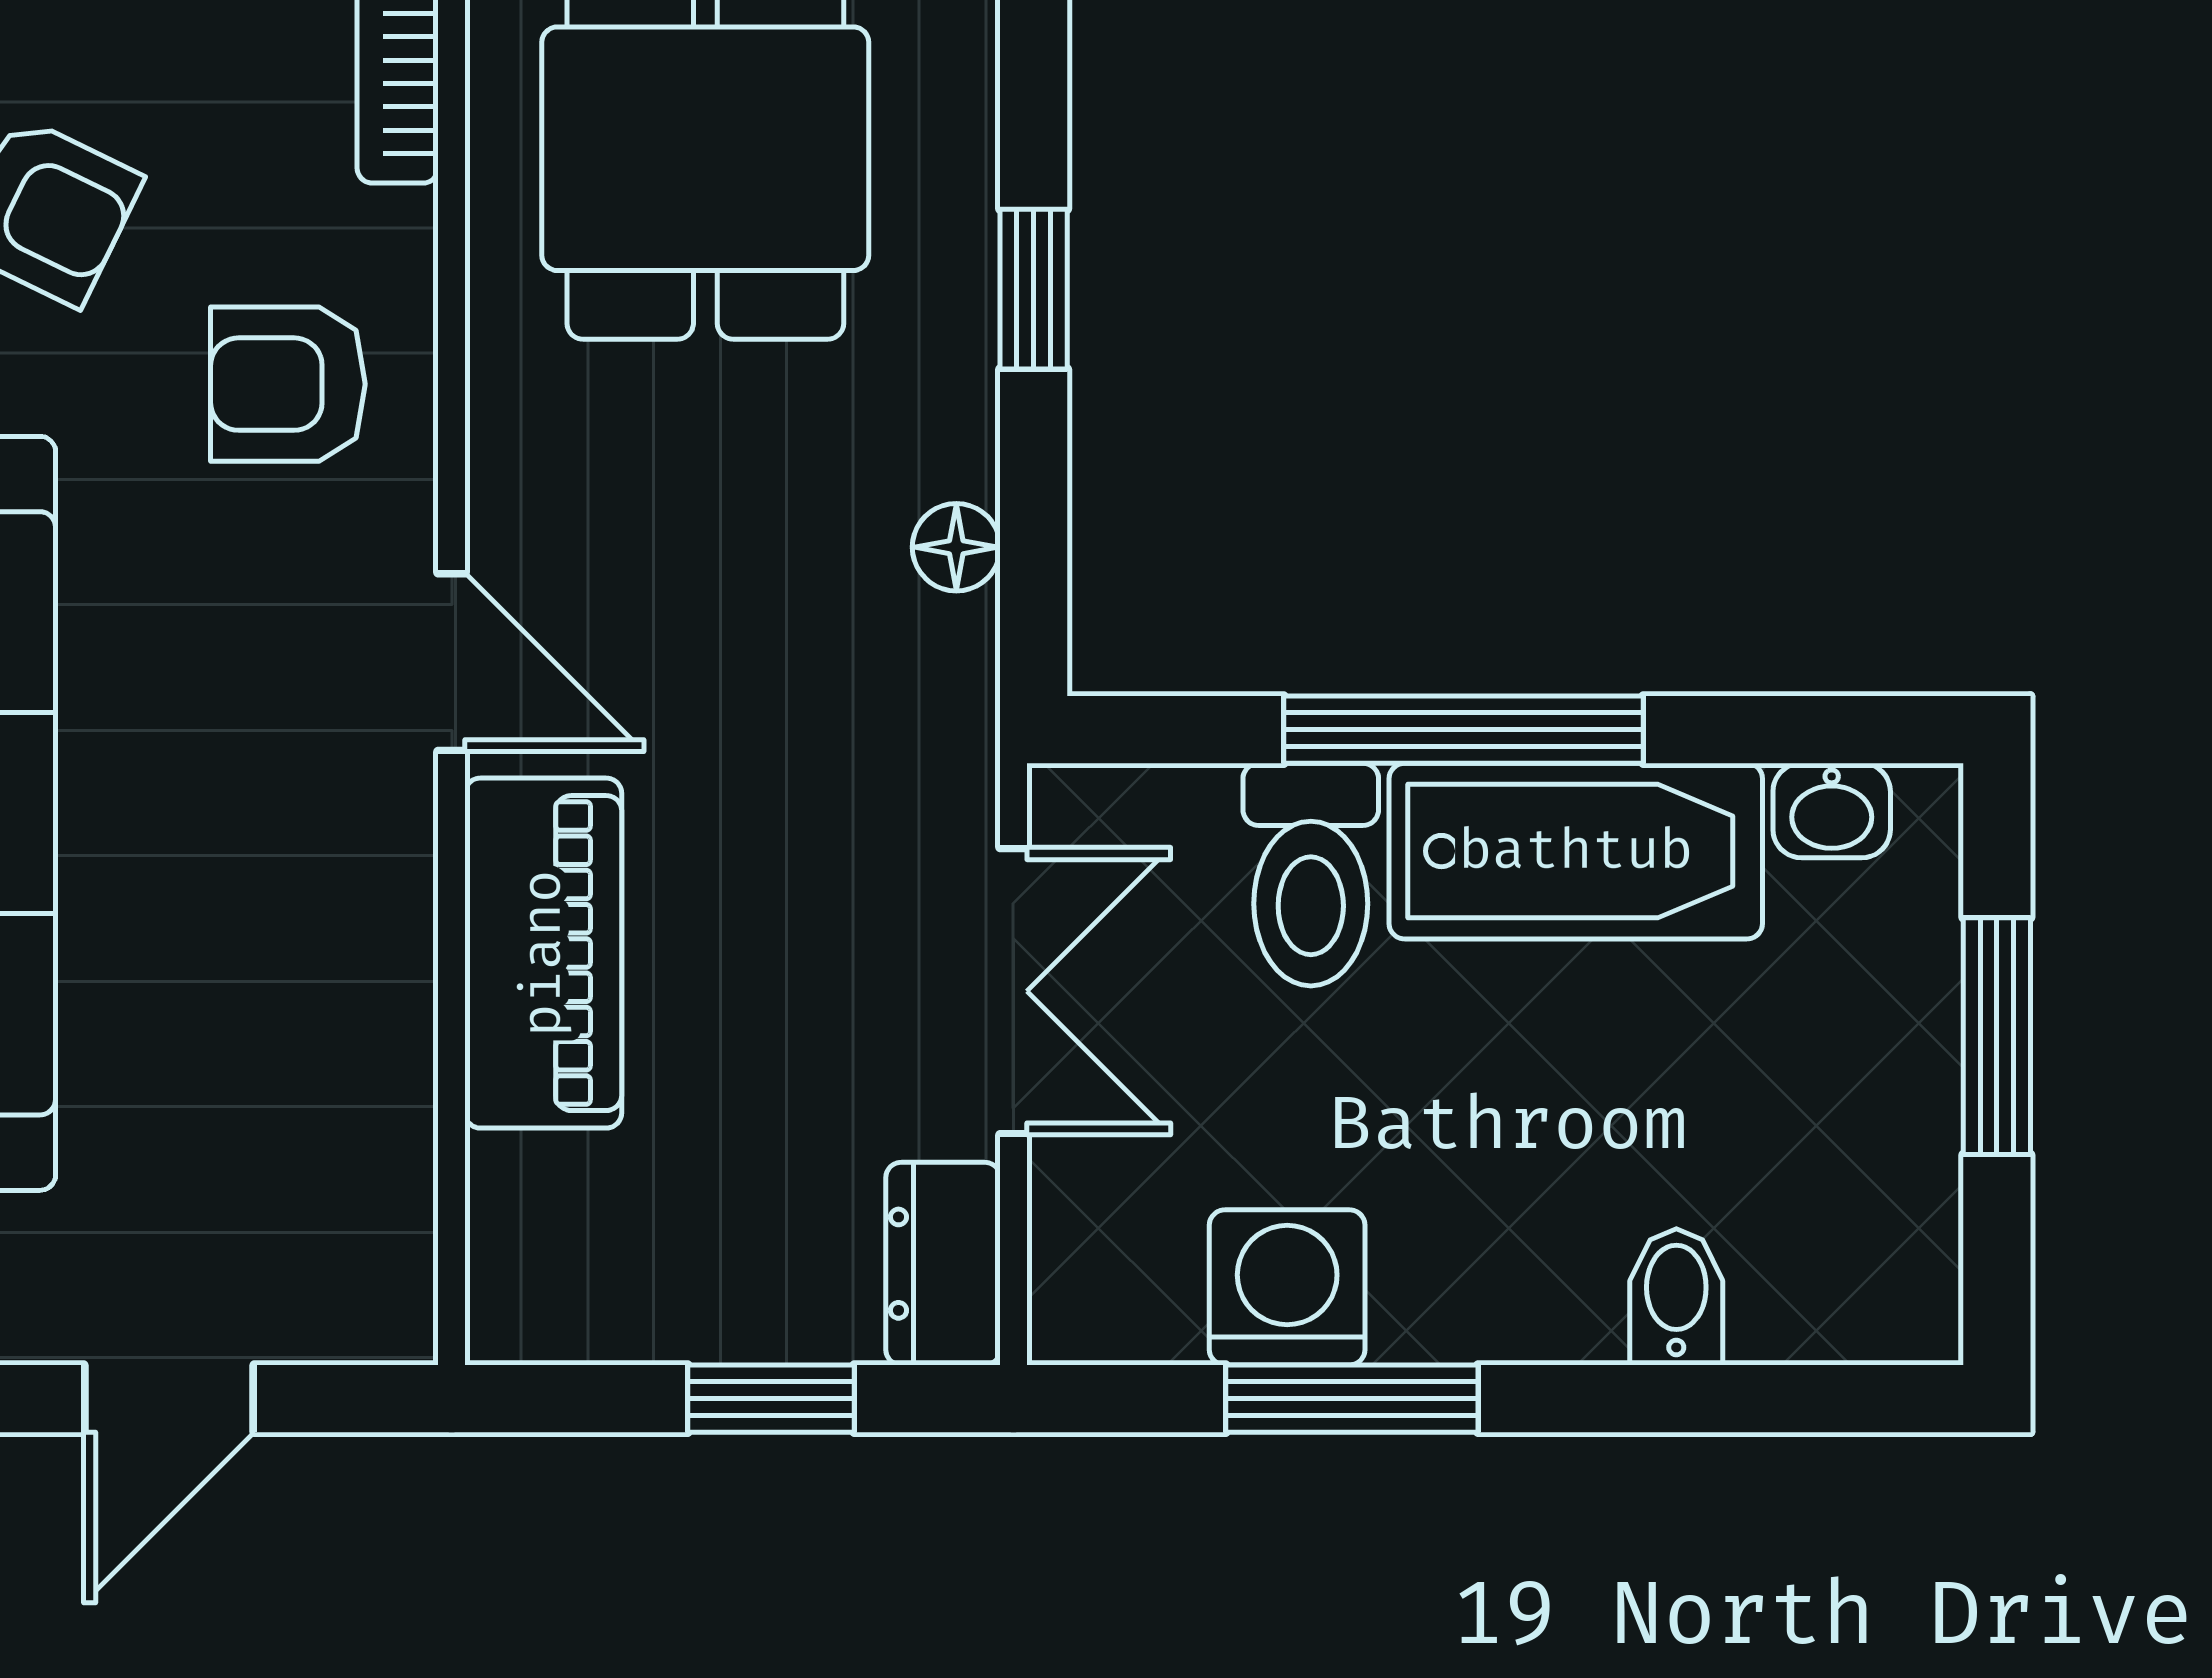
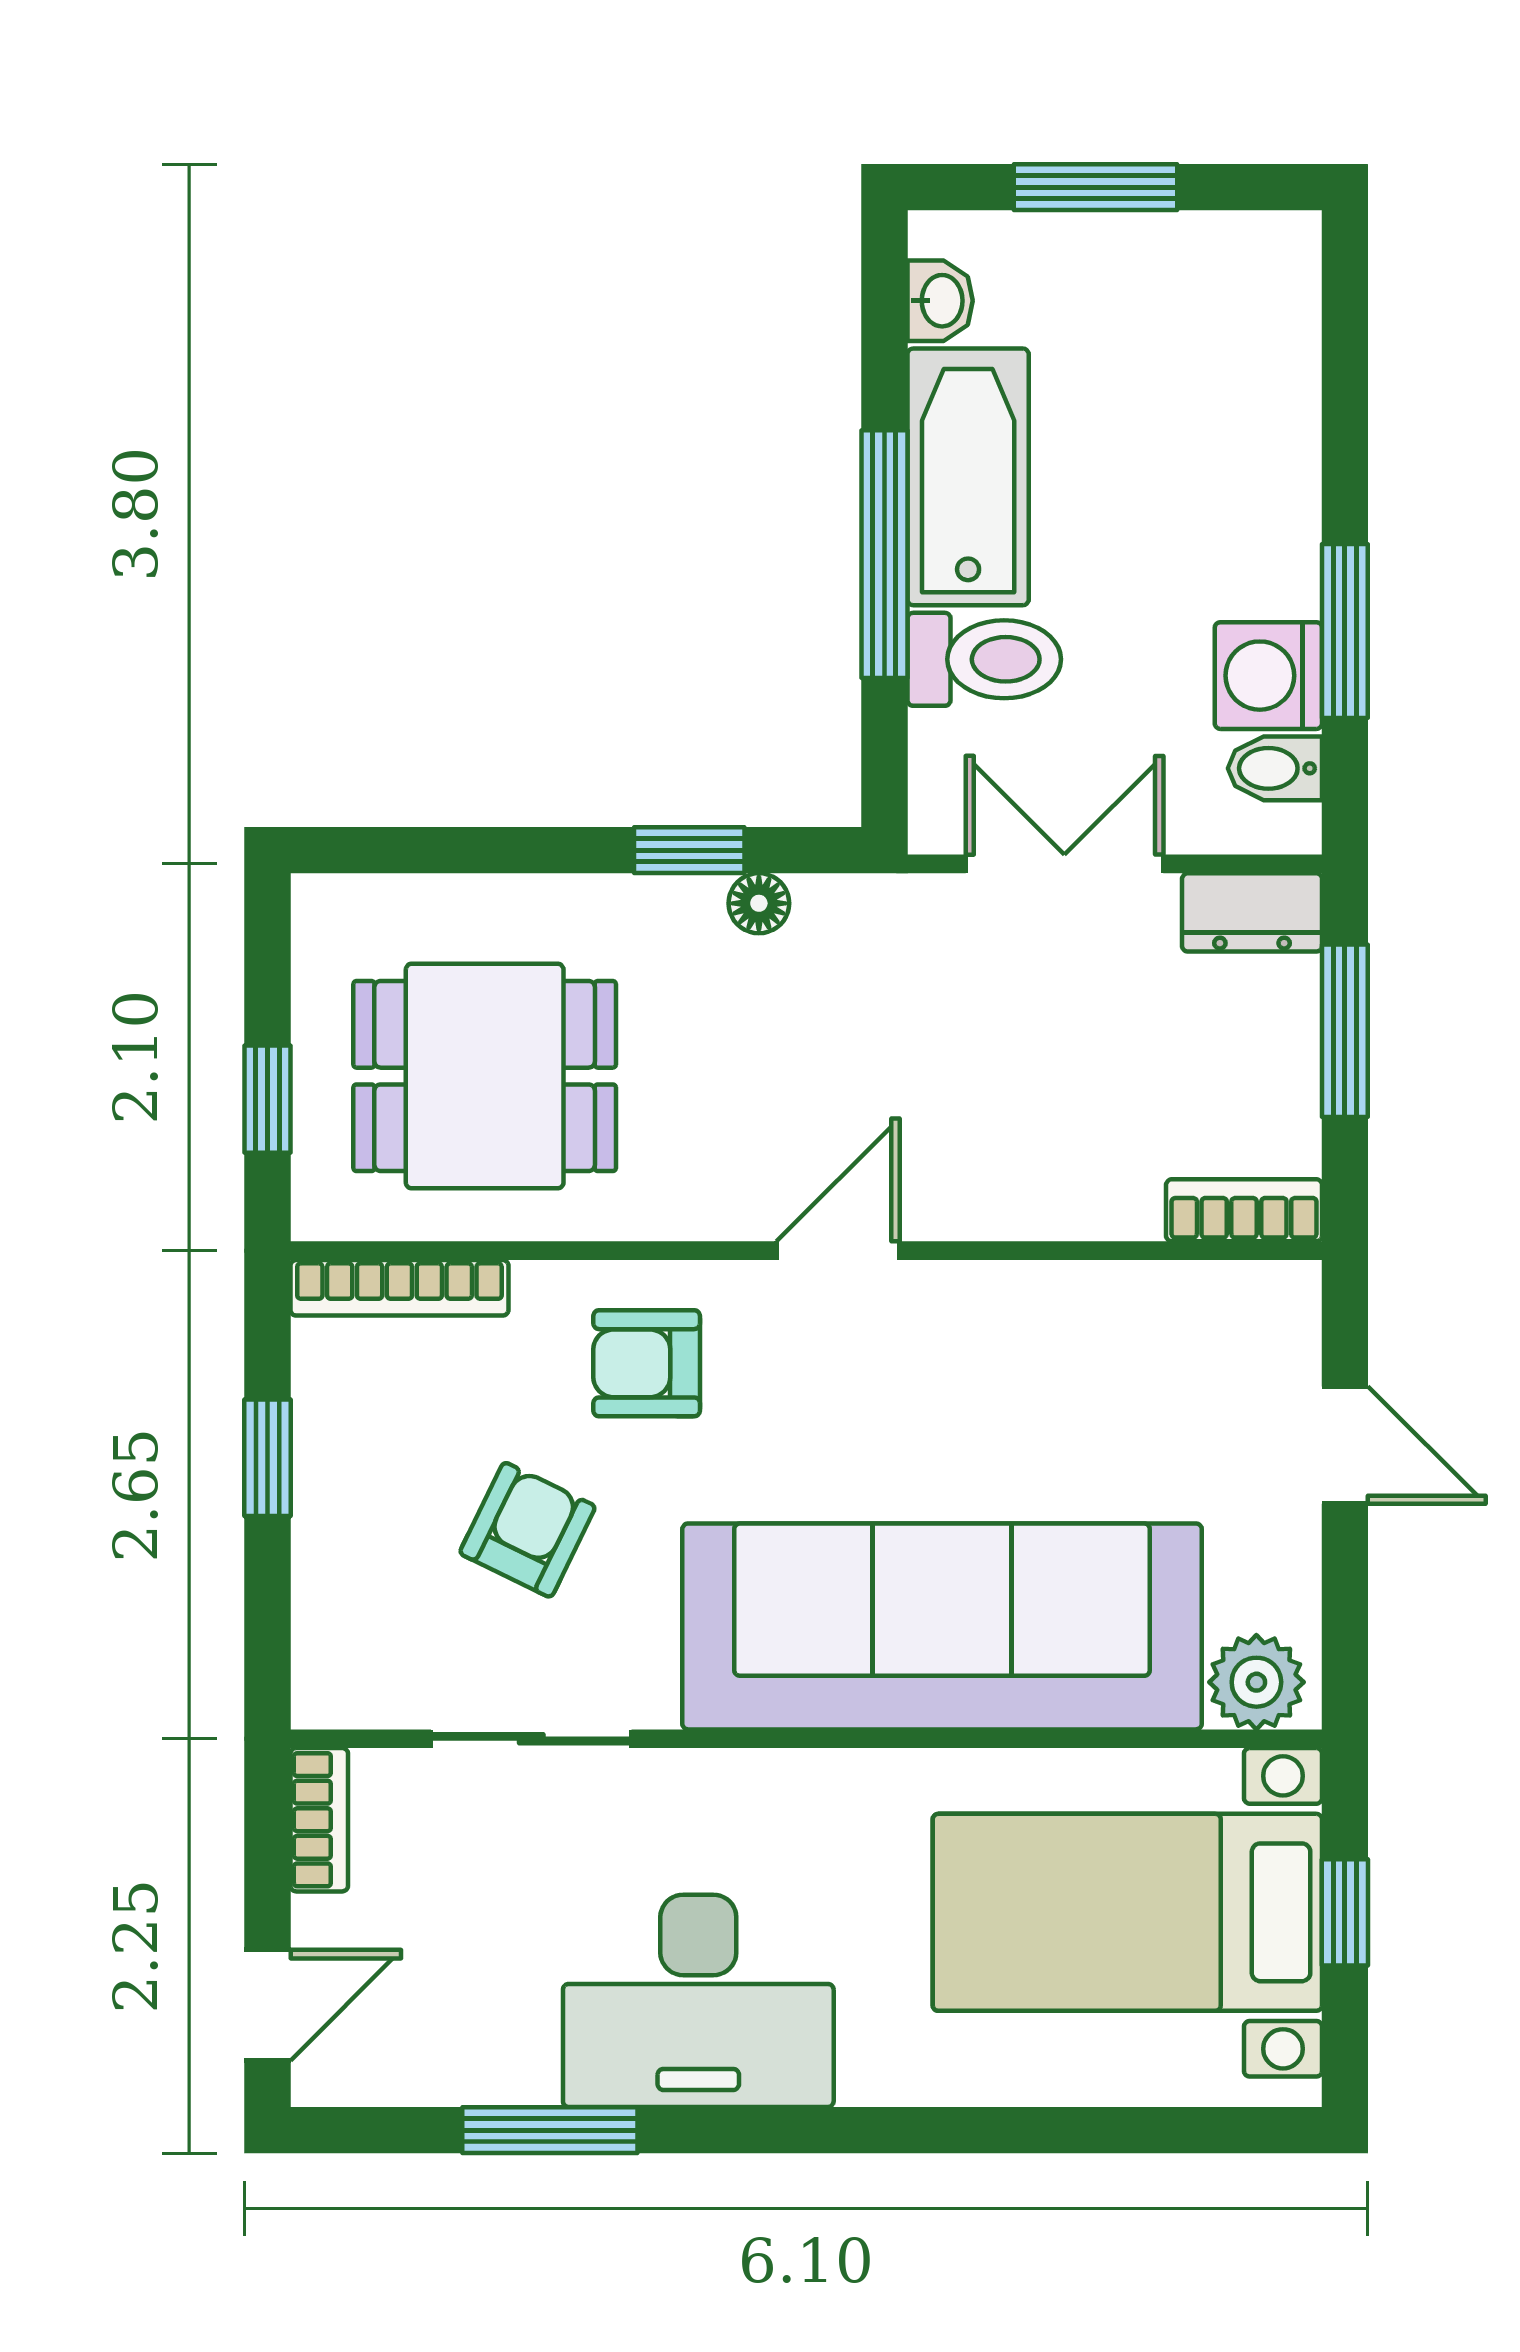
window: (1034, 289) -> (689, 850), moved
armchair: (288, 384) -> (647, 1363), turned 90
piano: (543, 953) -> (1038, 1188), removed
bookcase: (510, 1252) -> (1244, 1210), added
bidet: (1676, 1297) -> (1275, 768), moved
window: (771, 1399) -> (1345, 1031), width x1.50

